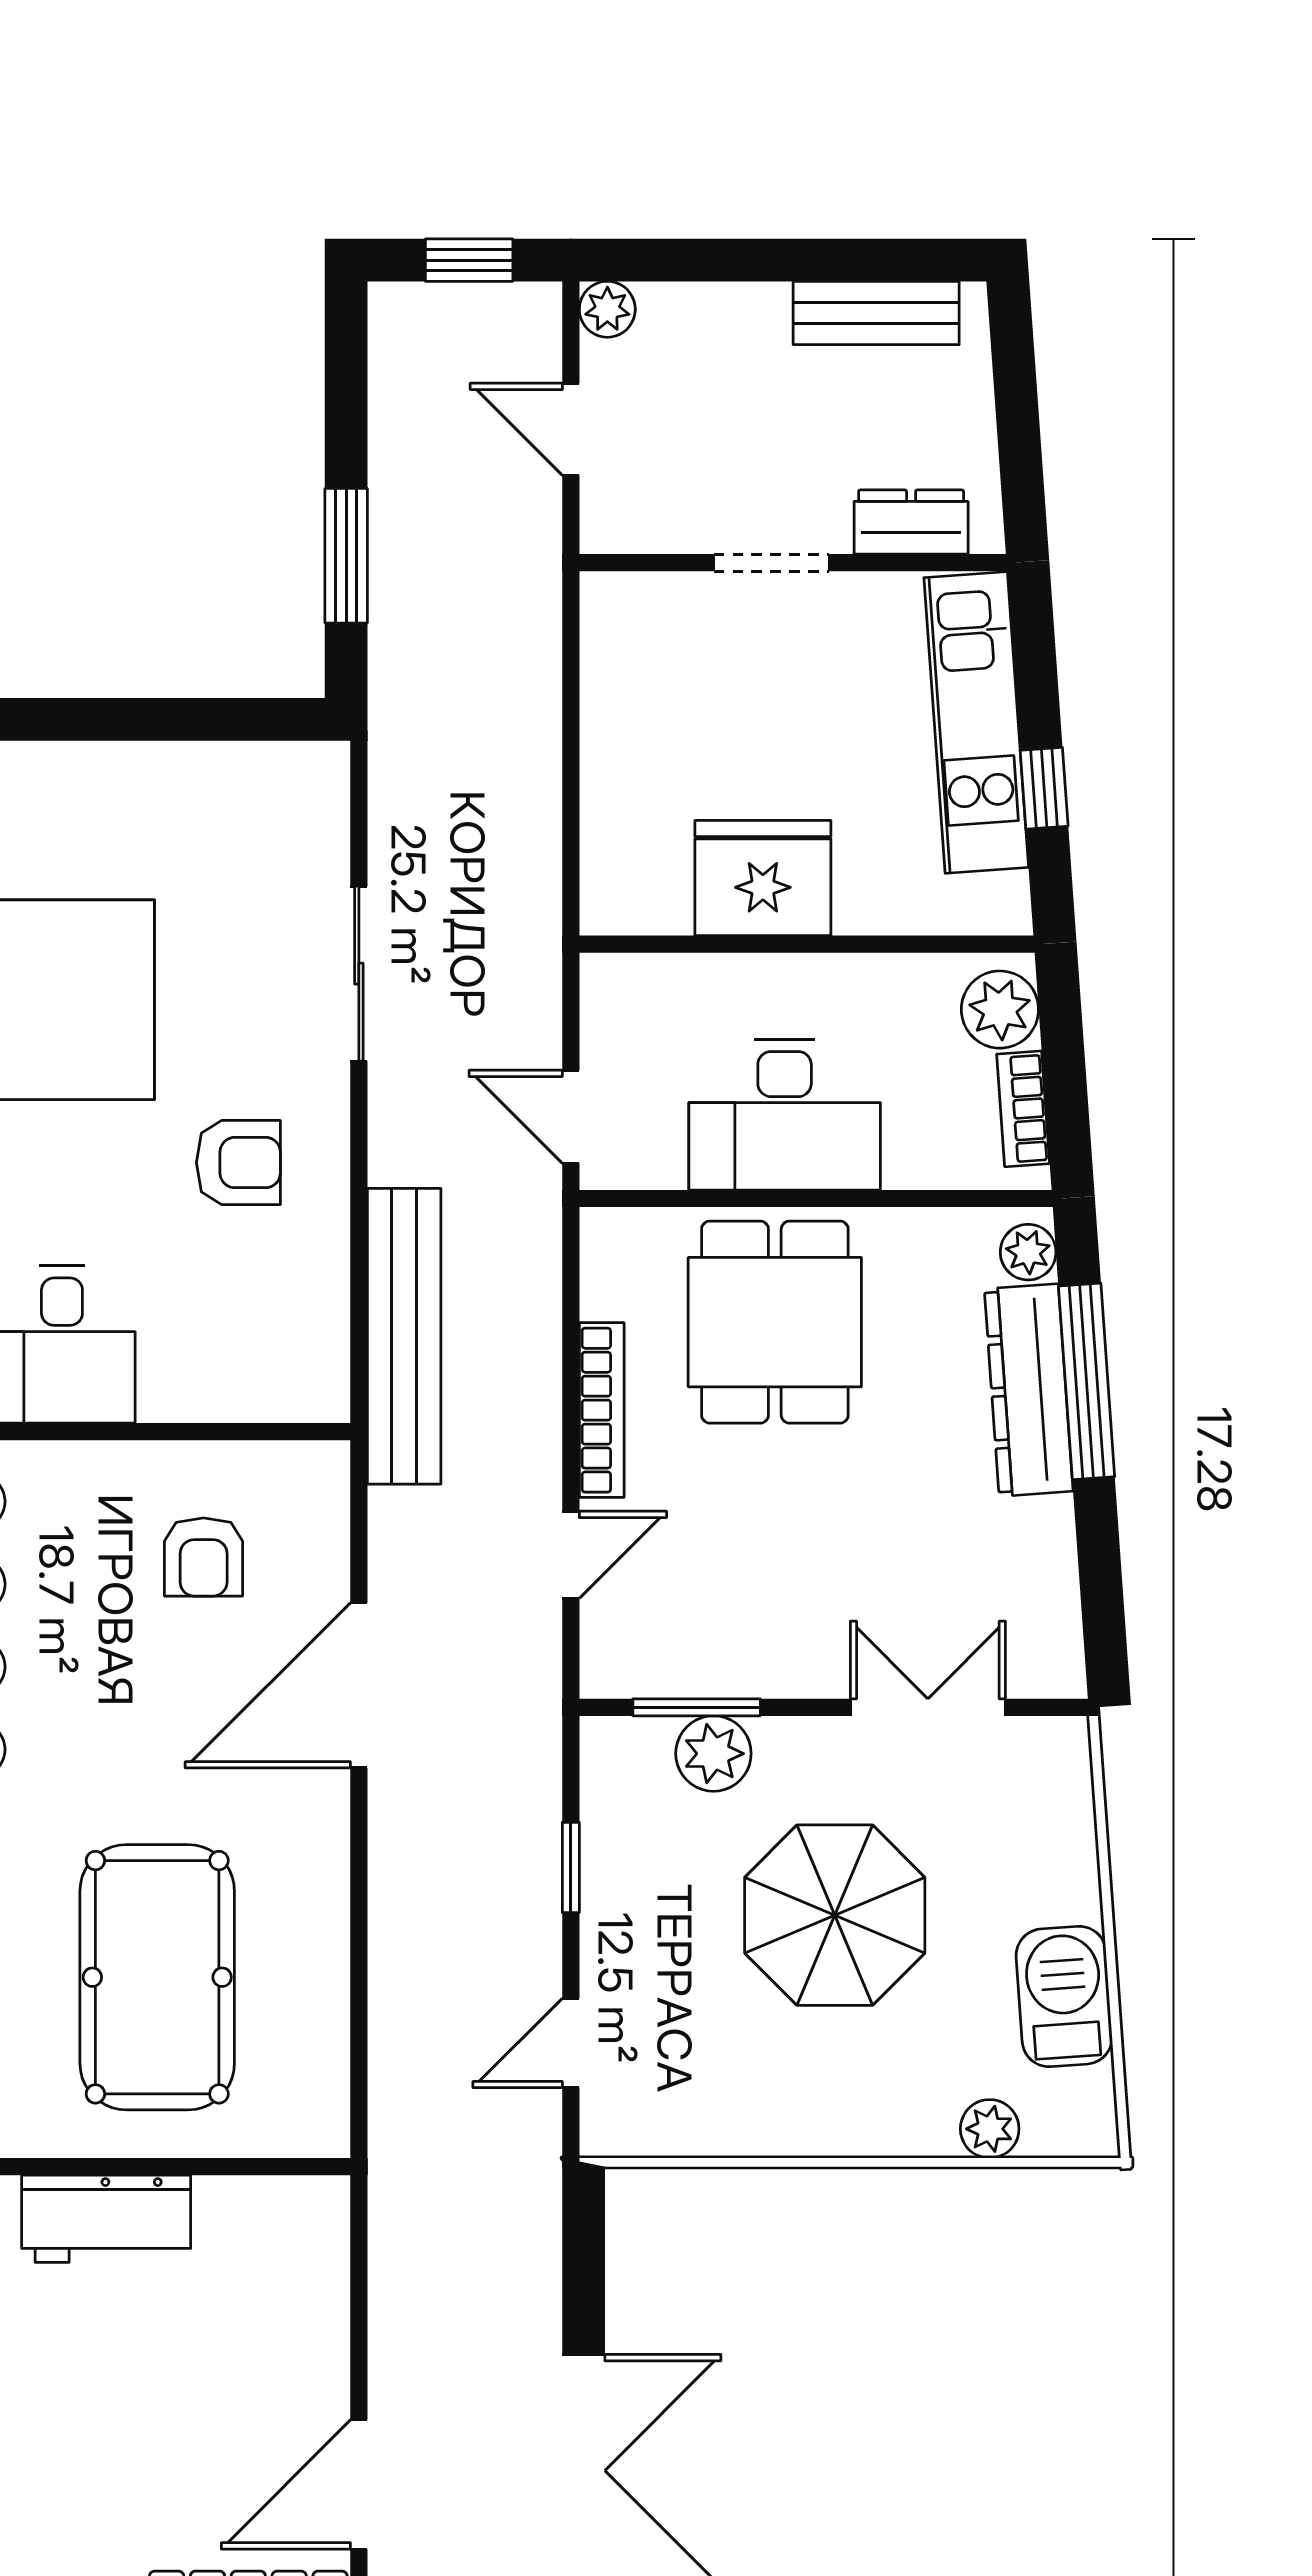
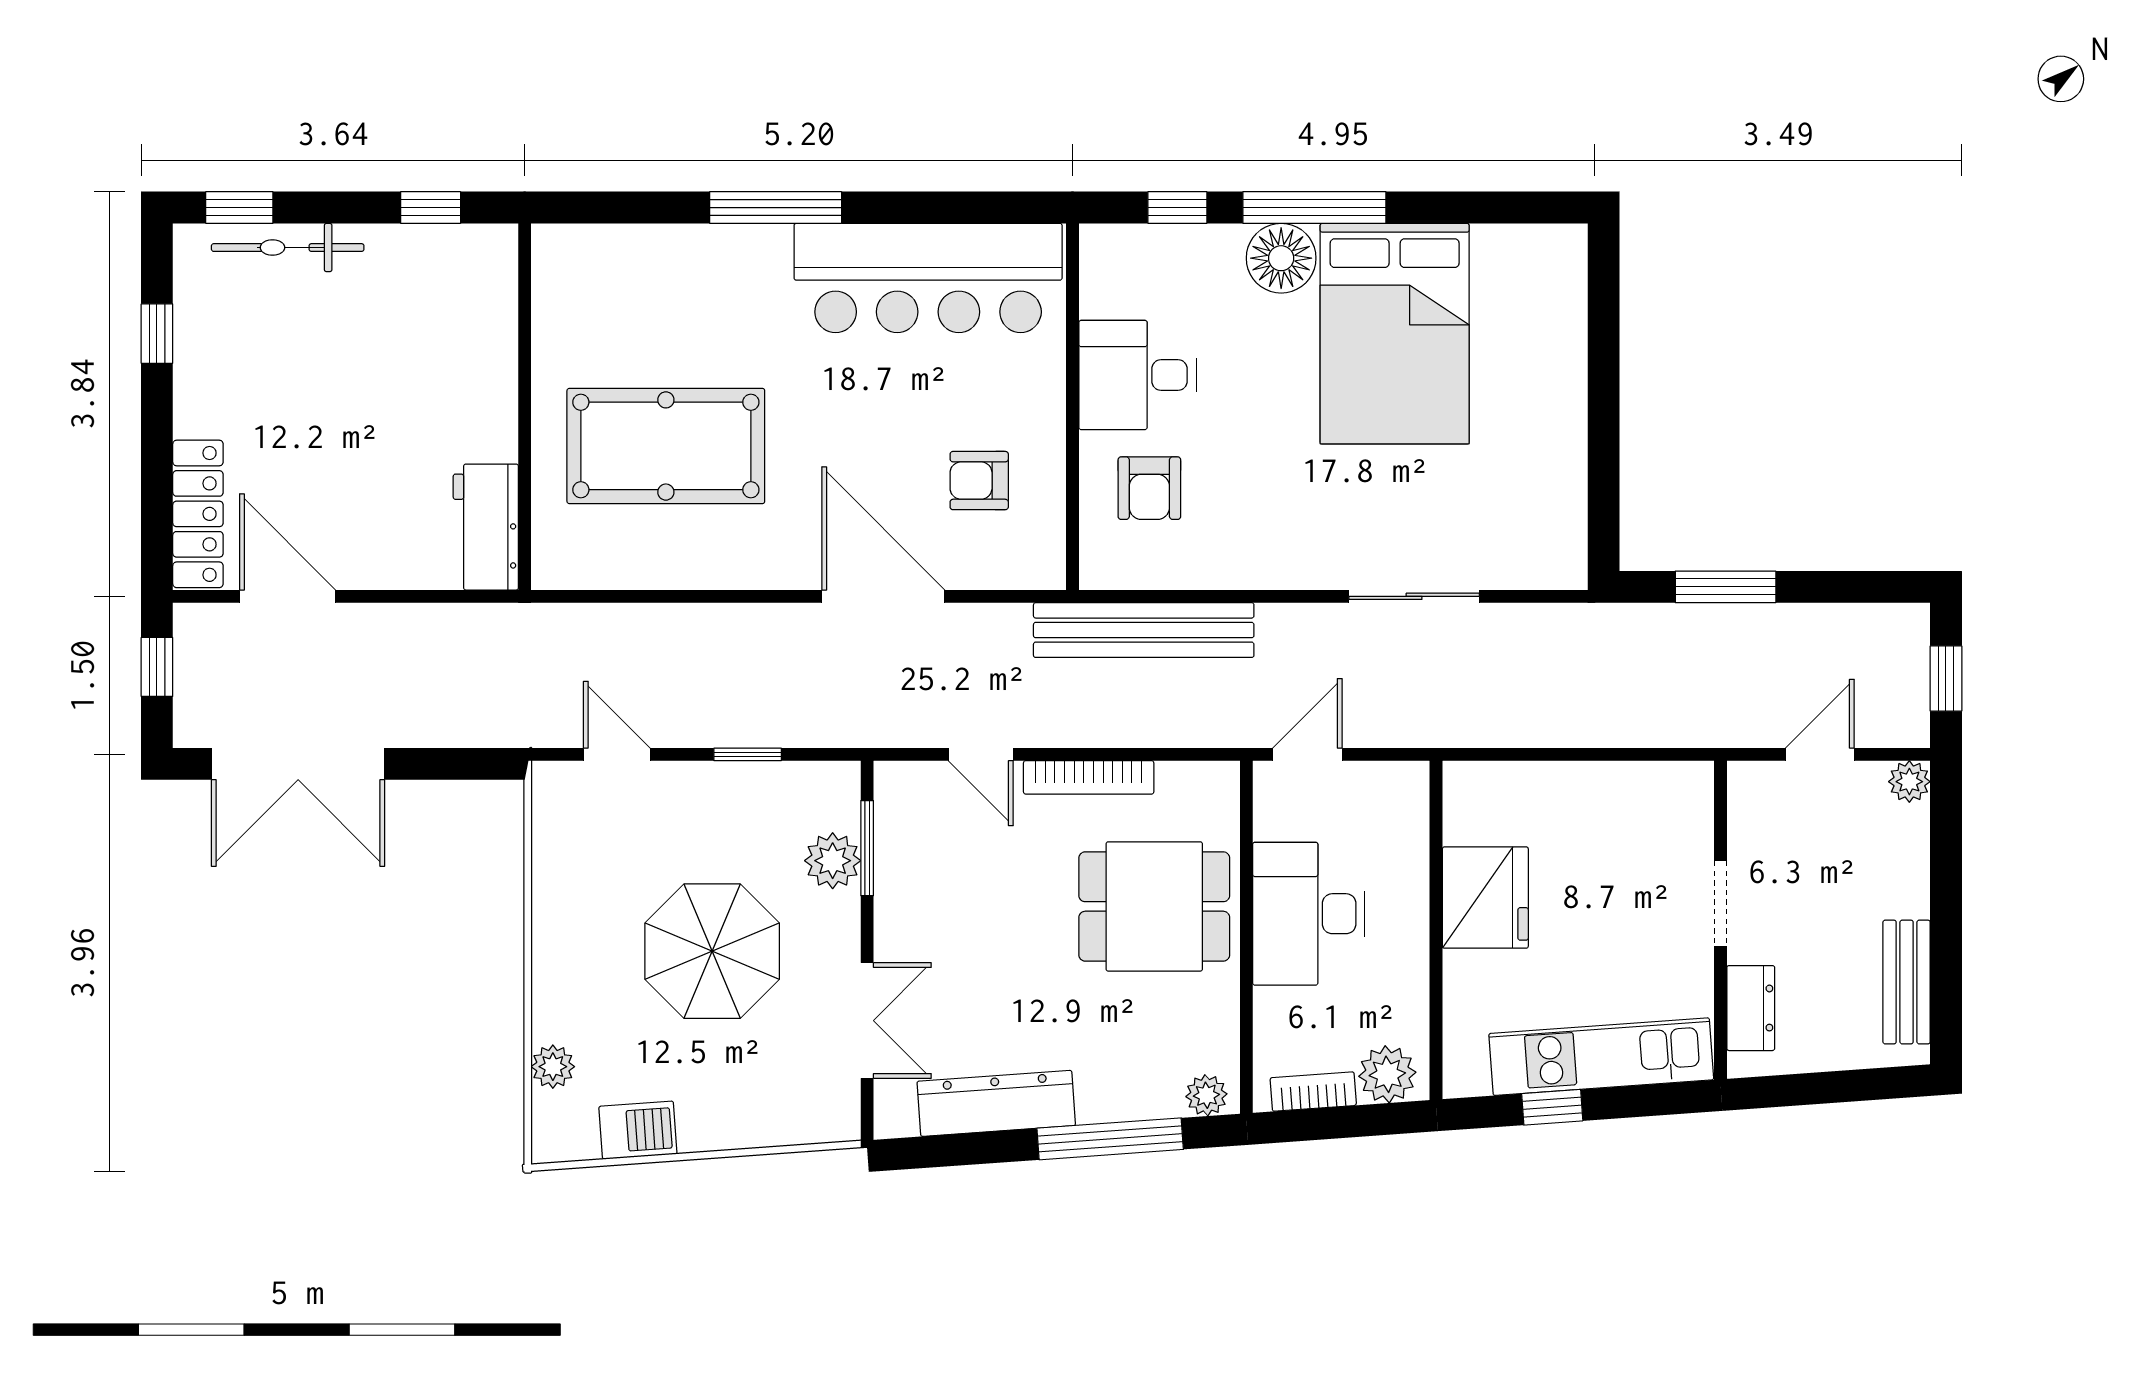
armchair: (238, 1163) -> (1149, 488), moved
dresser: (1029, 1390) -> (996, 1103), moved
barbecue: (1064, 1996) -> (638, 1130), width x0.73, depth x0.79
workbench: (106, 2219) -> (486, 527), moved

